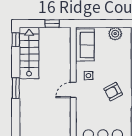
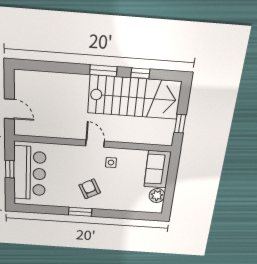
window: (16, 40) -> (140, 73), moved
sofa: (85, 45) -> (157, 169), moved, turned 90
stairs: (29, 53) -> (134, 97), width x1.36, depth x1.51

